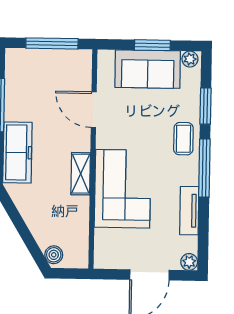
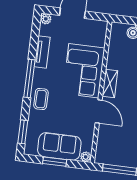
plant: (190, 59) -> (86, 157), moved
window: (205, 106) -> (23, 132), moved
door: (94, 110) -> (99, 111), moved

